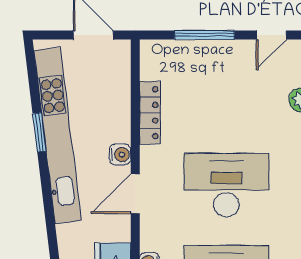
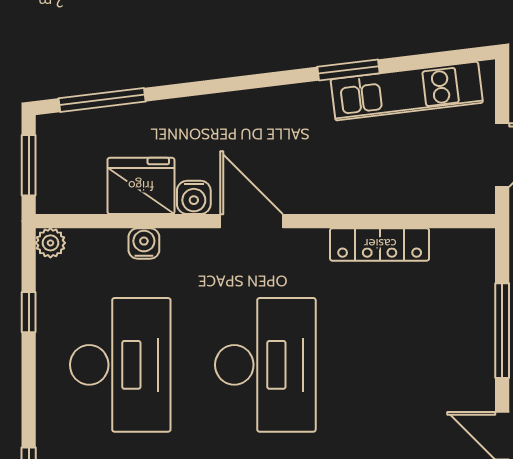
kitchen unit: (58, 136) -> (407, 91), width x0.54
water cooler: (120, 154) -> (194, 197), moved

